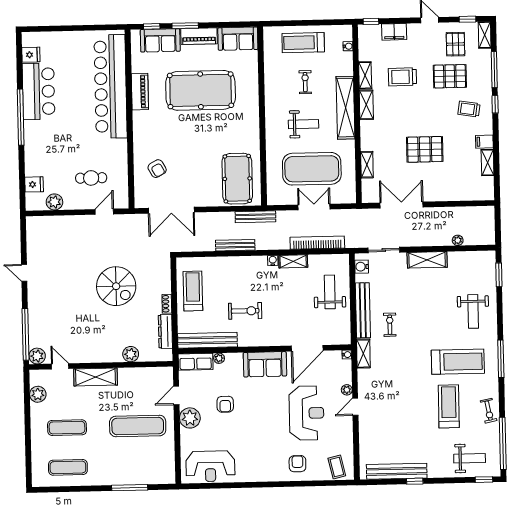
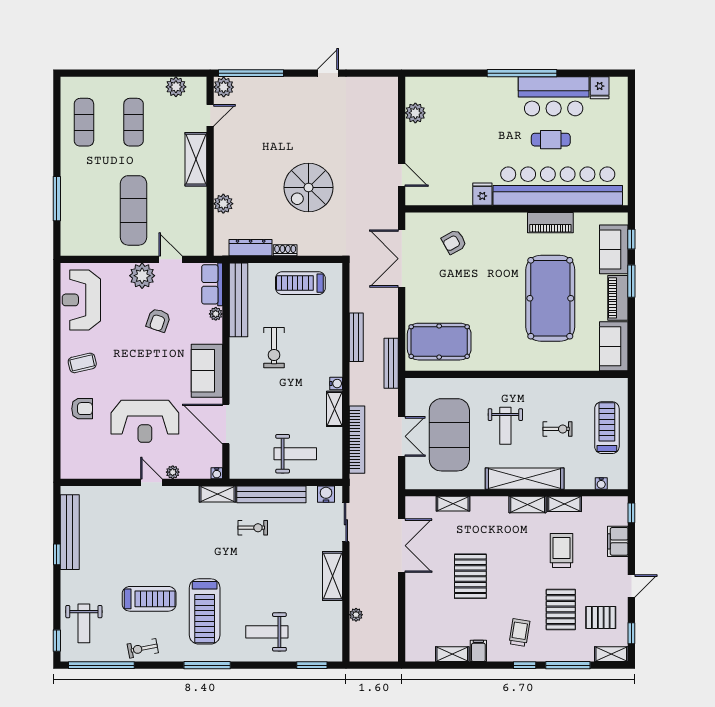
cafe table: (91, 178) -> (551, 140), moved, turned 90
fridge: (34, 184) -> (482, 194), moved, turned 180
treadmill: (193, 291) -> (300, 283), turned 180
armchair: (225, 404) -> (158, 320), turned -71
coffee table: (337, 467) -> (82, 363), moved

